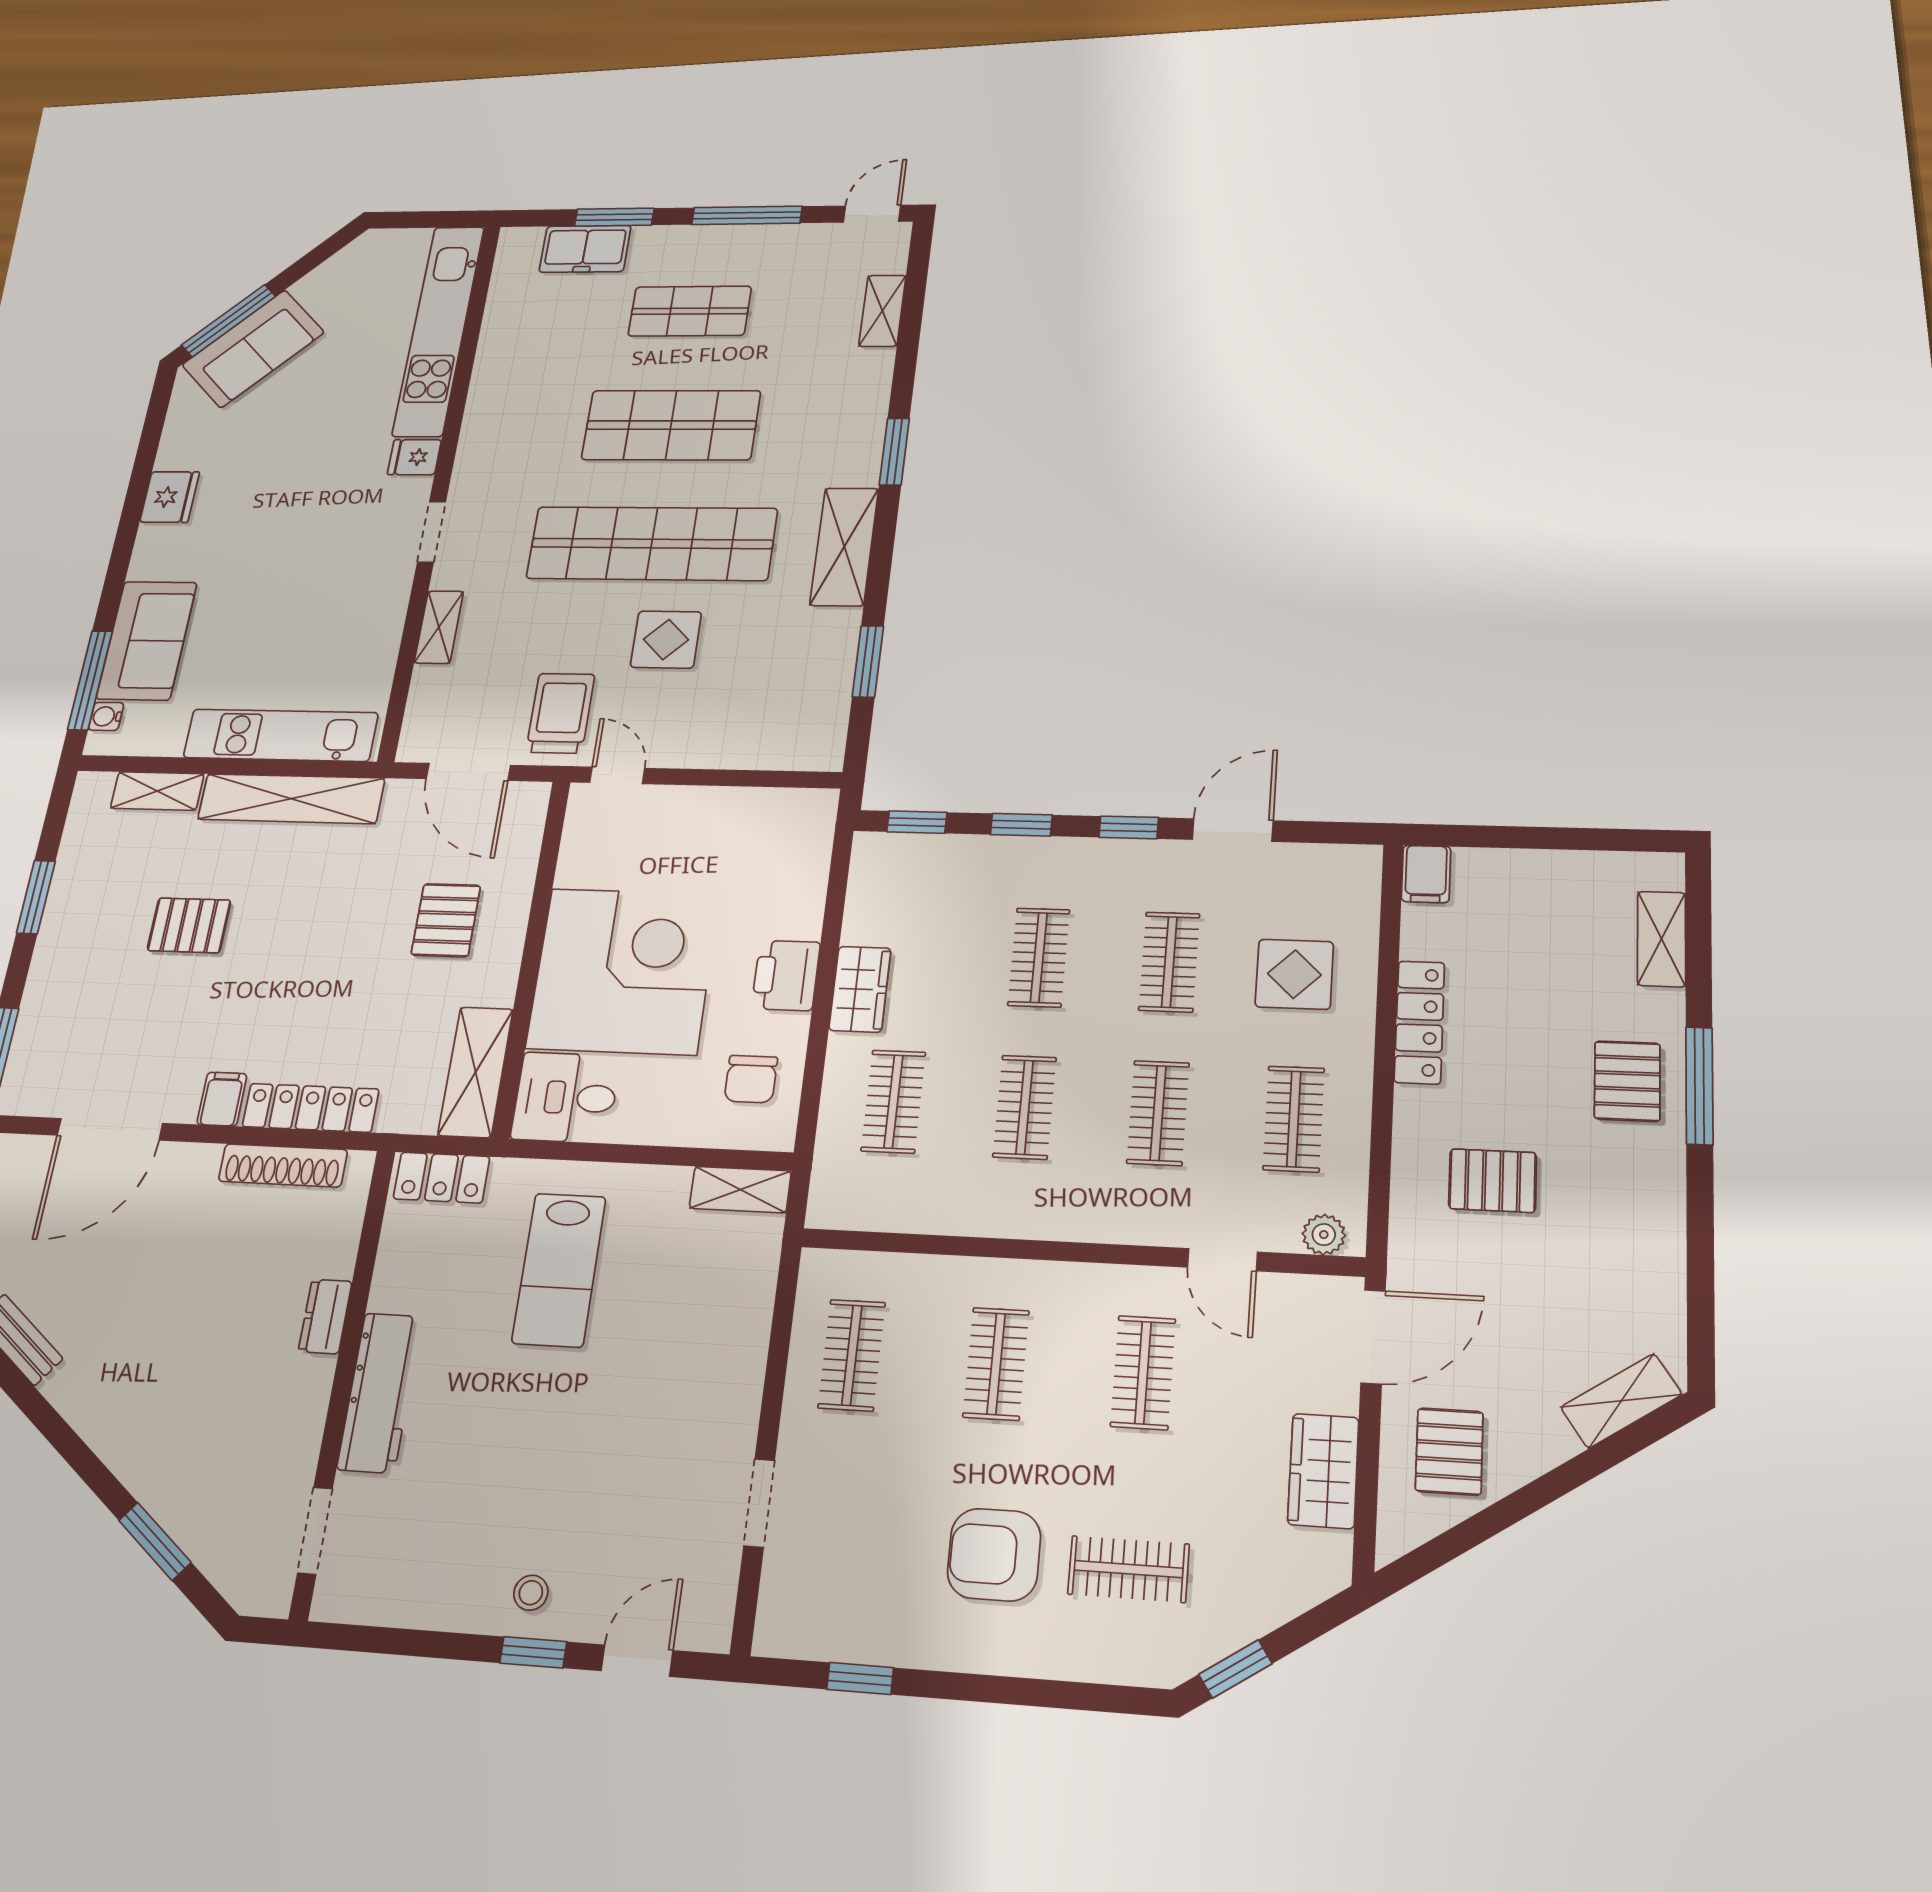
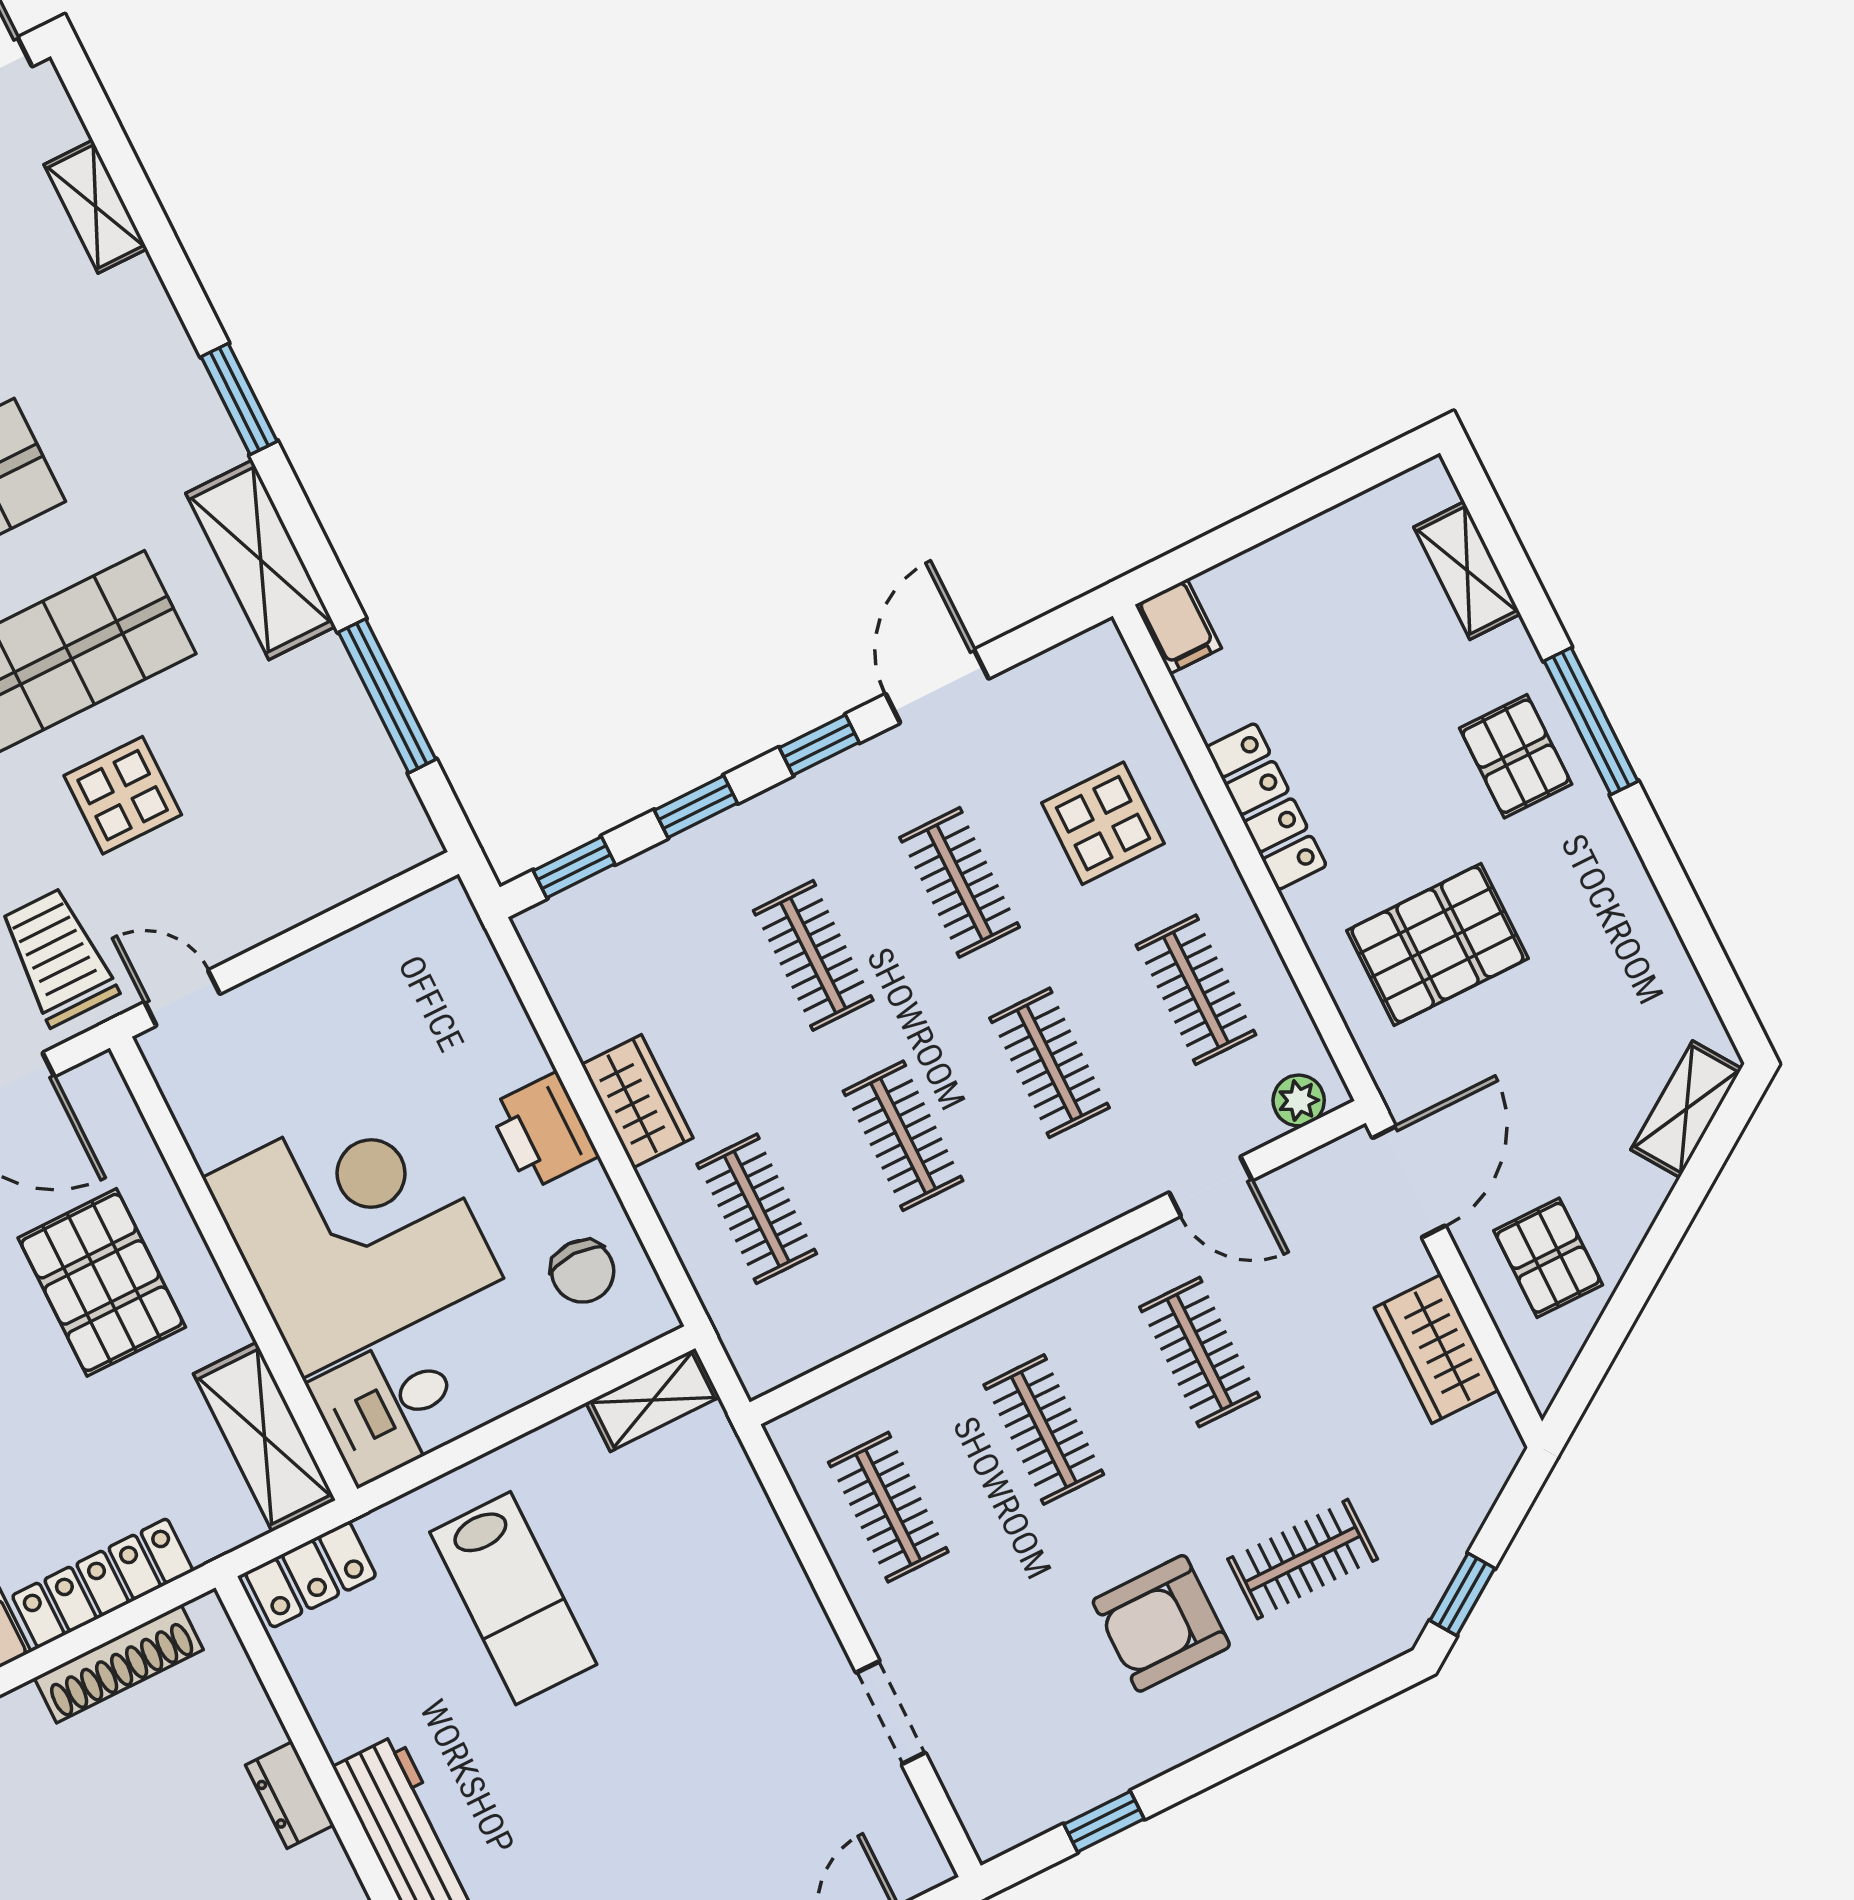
window: (868, 661) -> (387, 696), width x1.44
pallet: (446, 920) -> (102, 1282), width x1.50, depth x1.42
pallet: (1493, 1181) -> (1437, 944), width x1.50, depth x1.42

